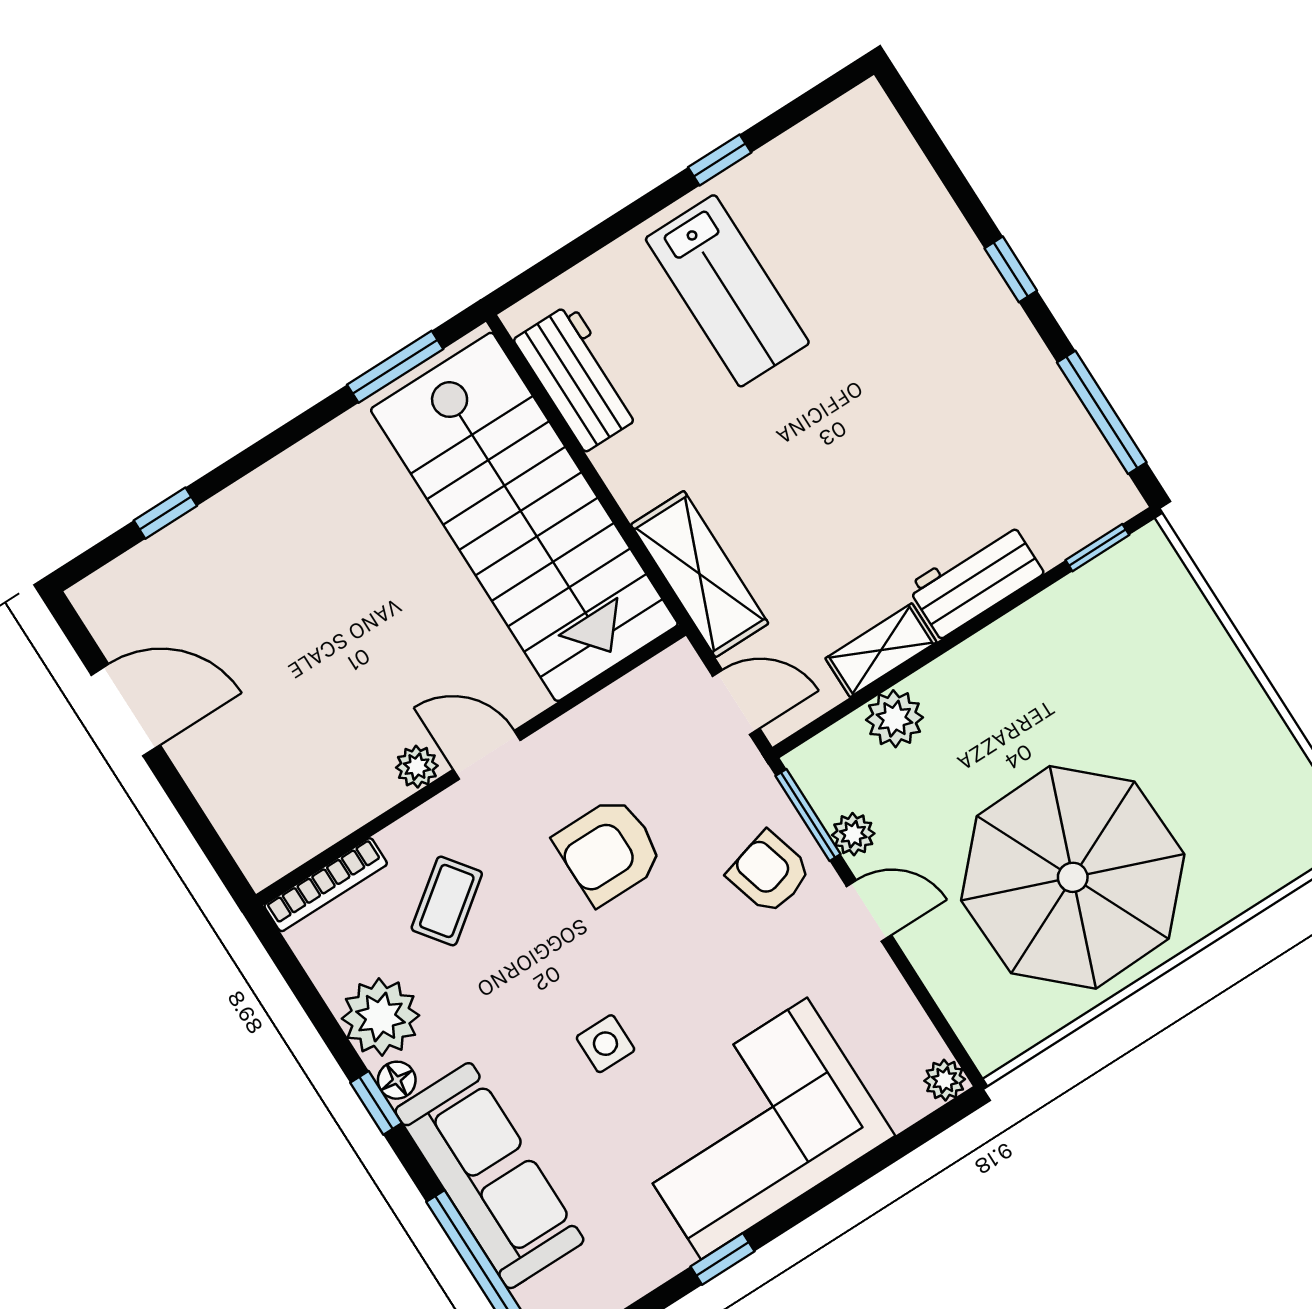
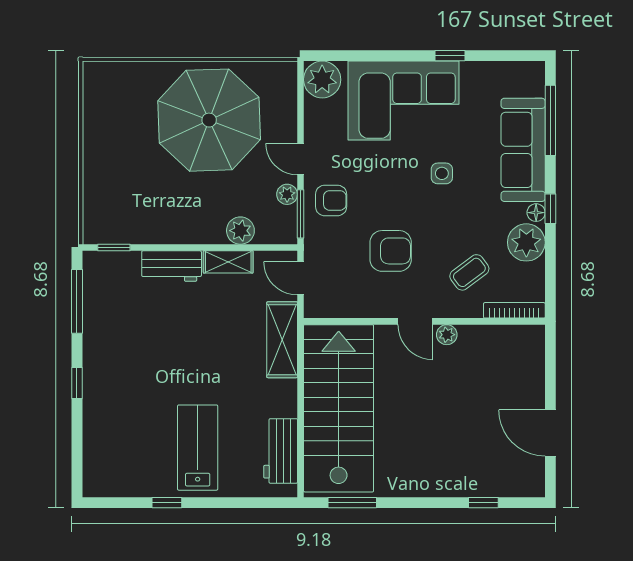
armchair: (769, 873) -> (331, 200), turned -74
plant: (945, 1080) -> (322, 80), width x1.88, depth x1.88

